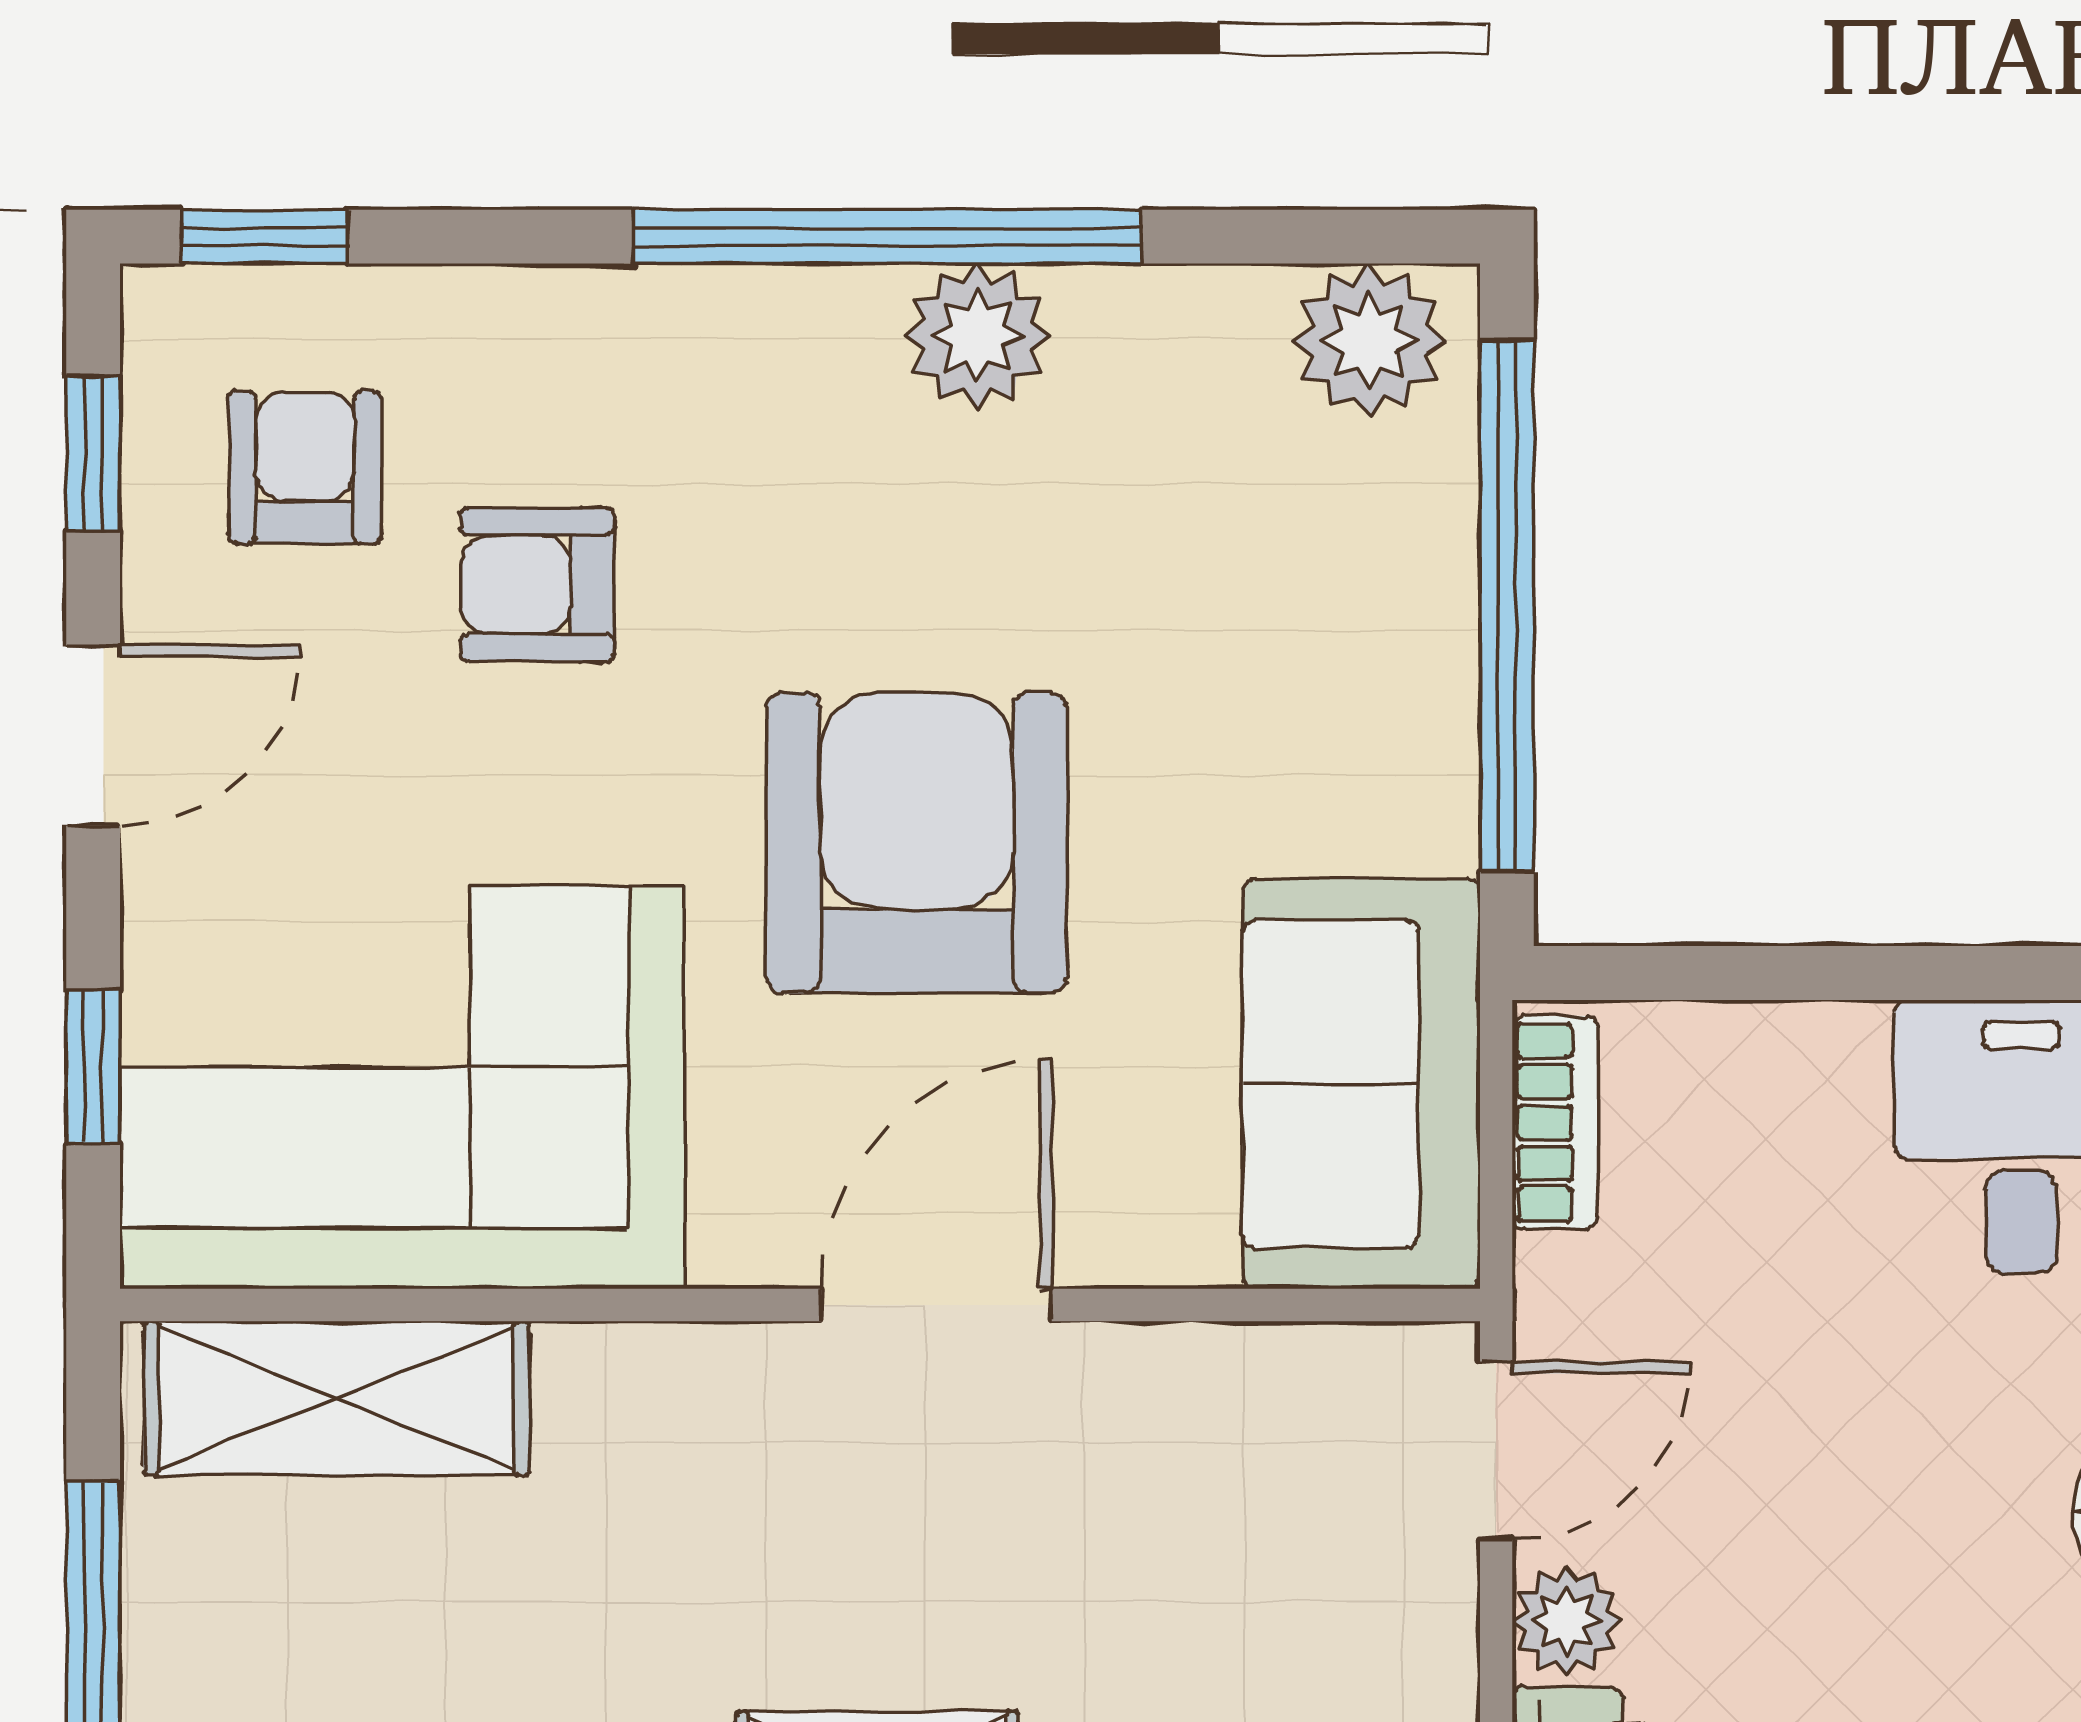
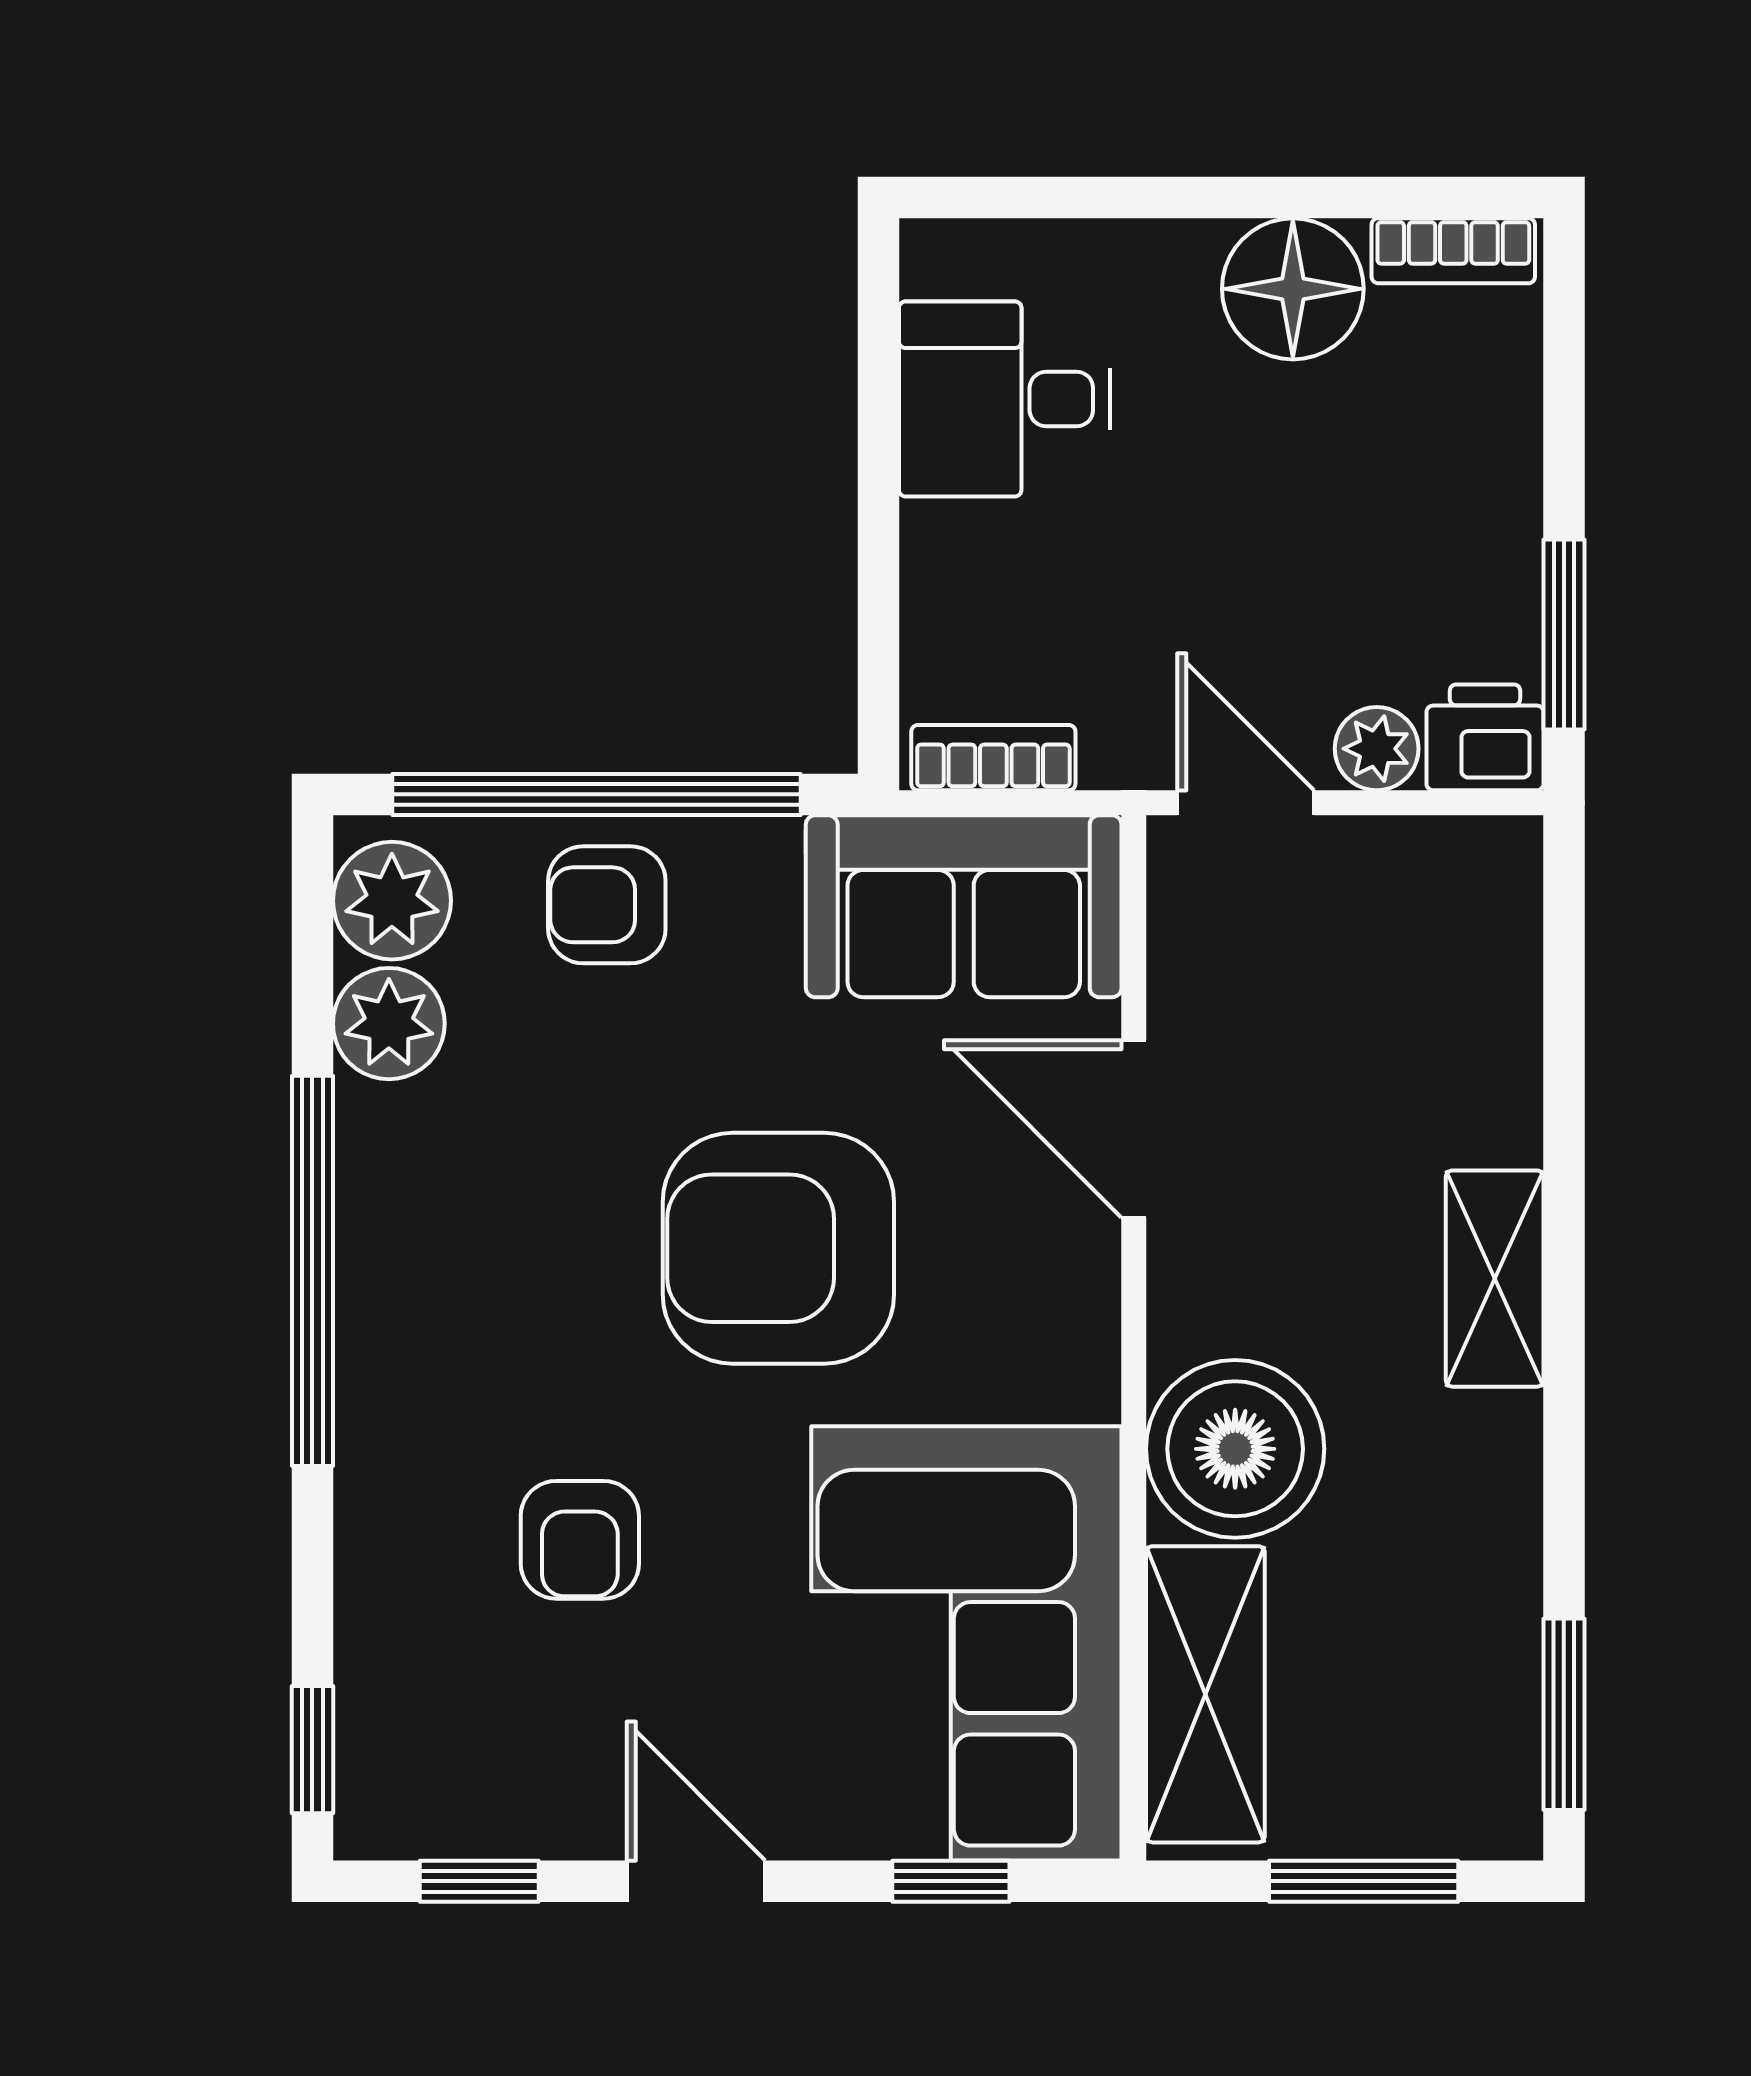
plant: (977, 336) -> (389, 1024), moved
armchair: (305, 467) -> (607, 905), moved
door: (937, 1305) -> (1134, 1129), moved
boiler: (656, 1437) -> (1235, 1449), added

